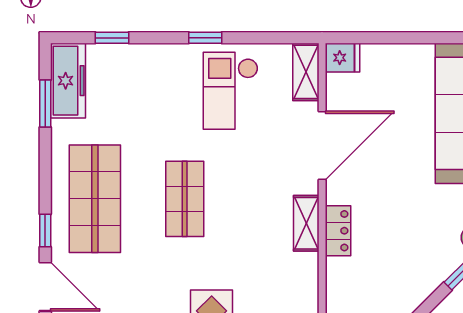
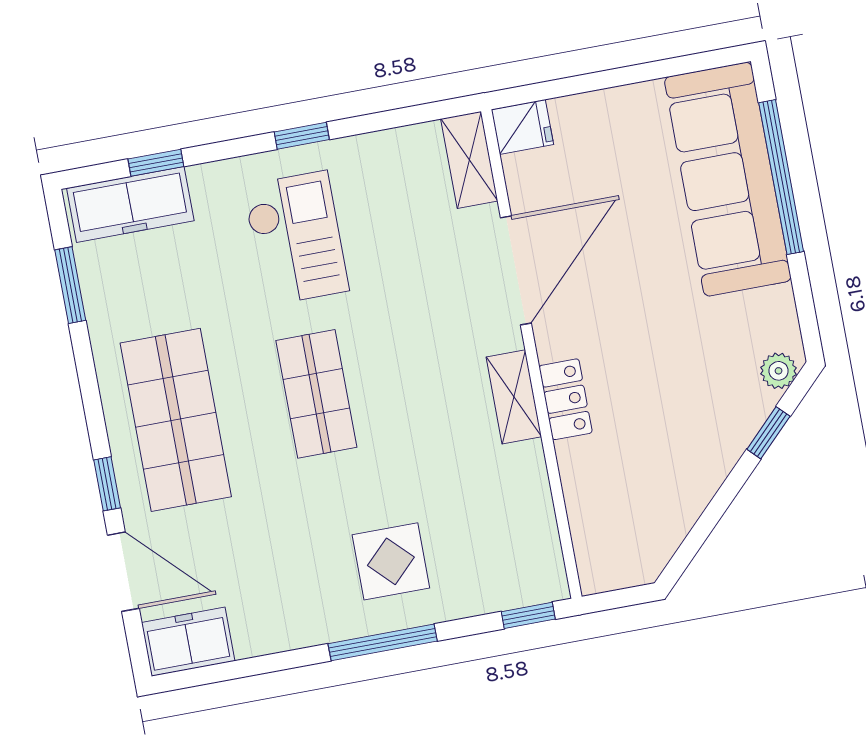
freezer: (68, 81) -> (130, 204), moved, turned 90
checkout: (231, 91) -> (296, 238), moved, turned 180

